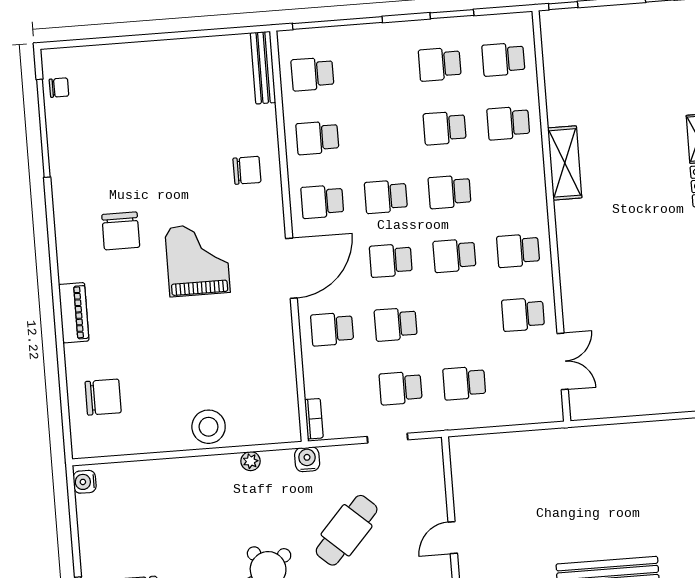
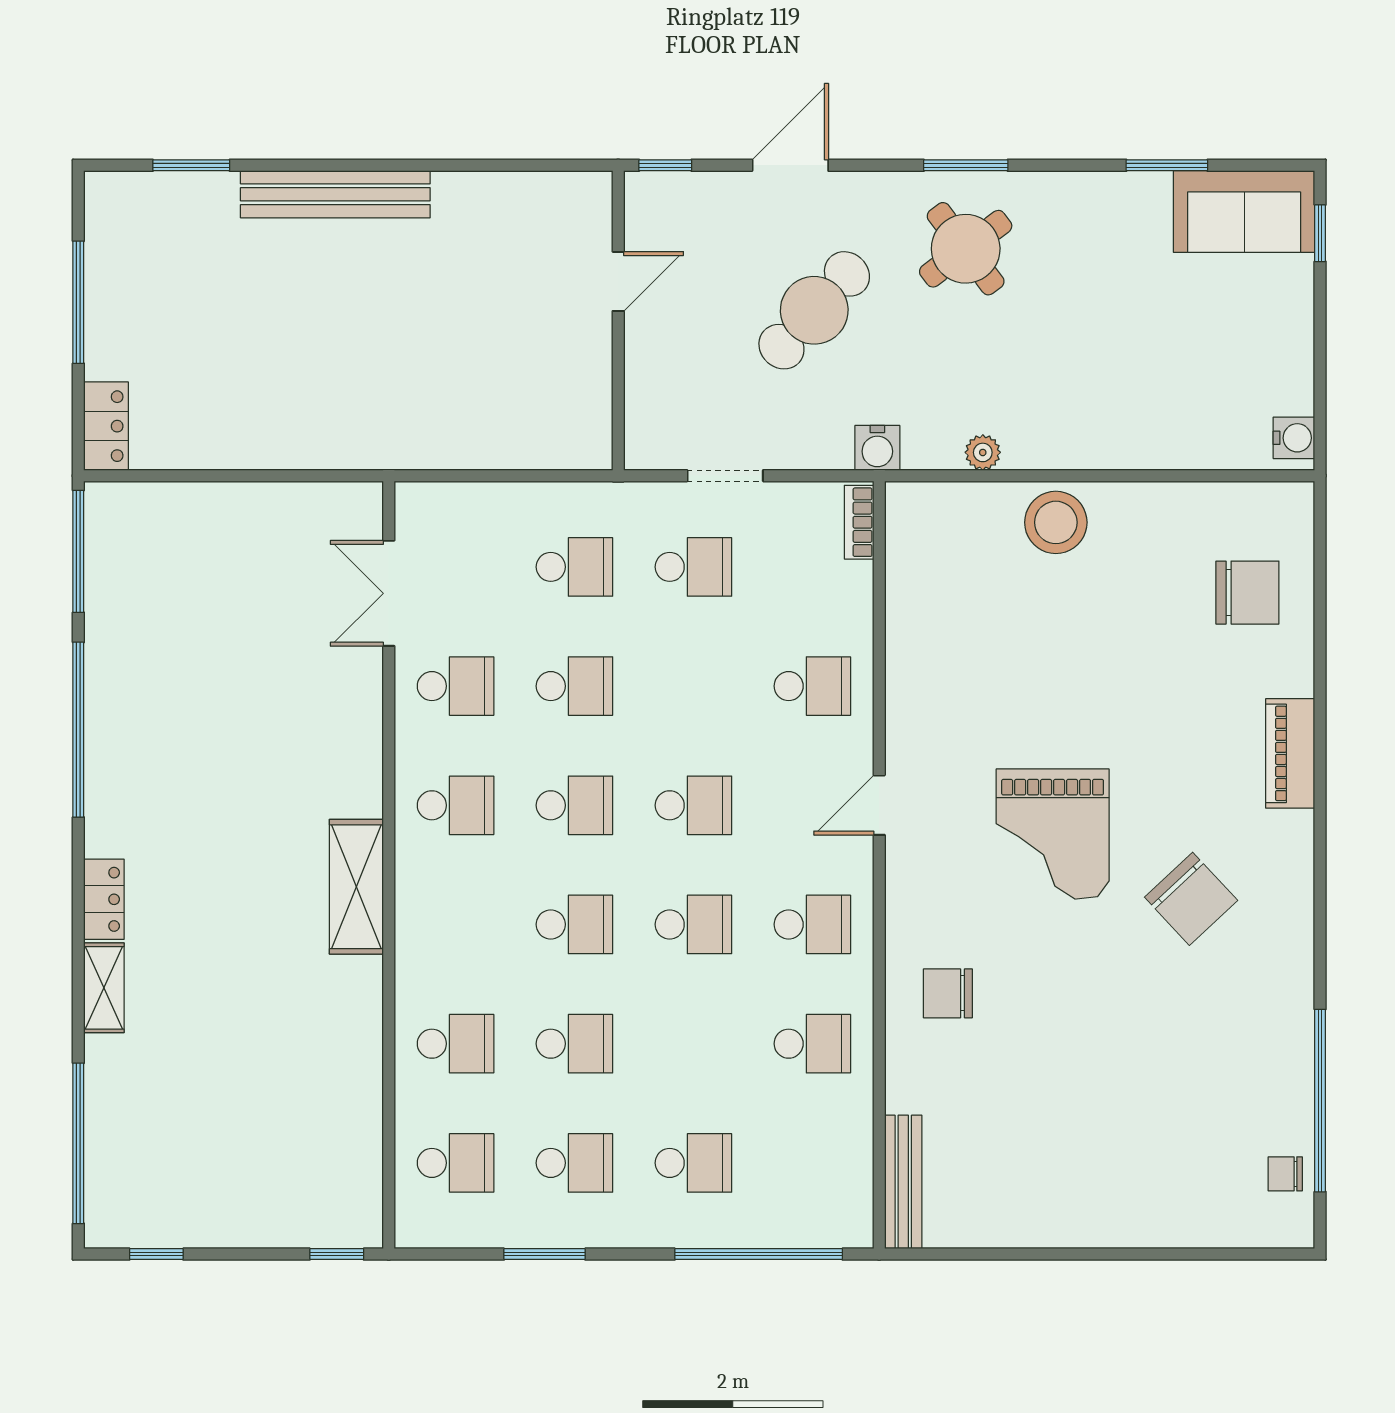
school desk: (312, 74) -> (693, 1163), moved
shelving: (565, 163) -> (356, 887), moved
chair: (121, 231) -> (1191, 899), turned 137
door: (291, 268) -> (879, 805), width x0.53
school desk: (396, 324) -> (574, 686), moved
chair: (103, 397) -> (1247, 593), turned 180

